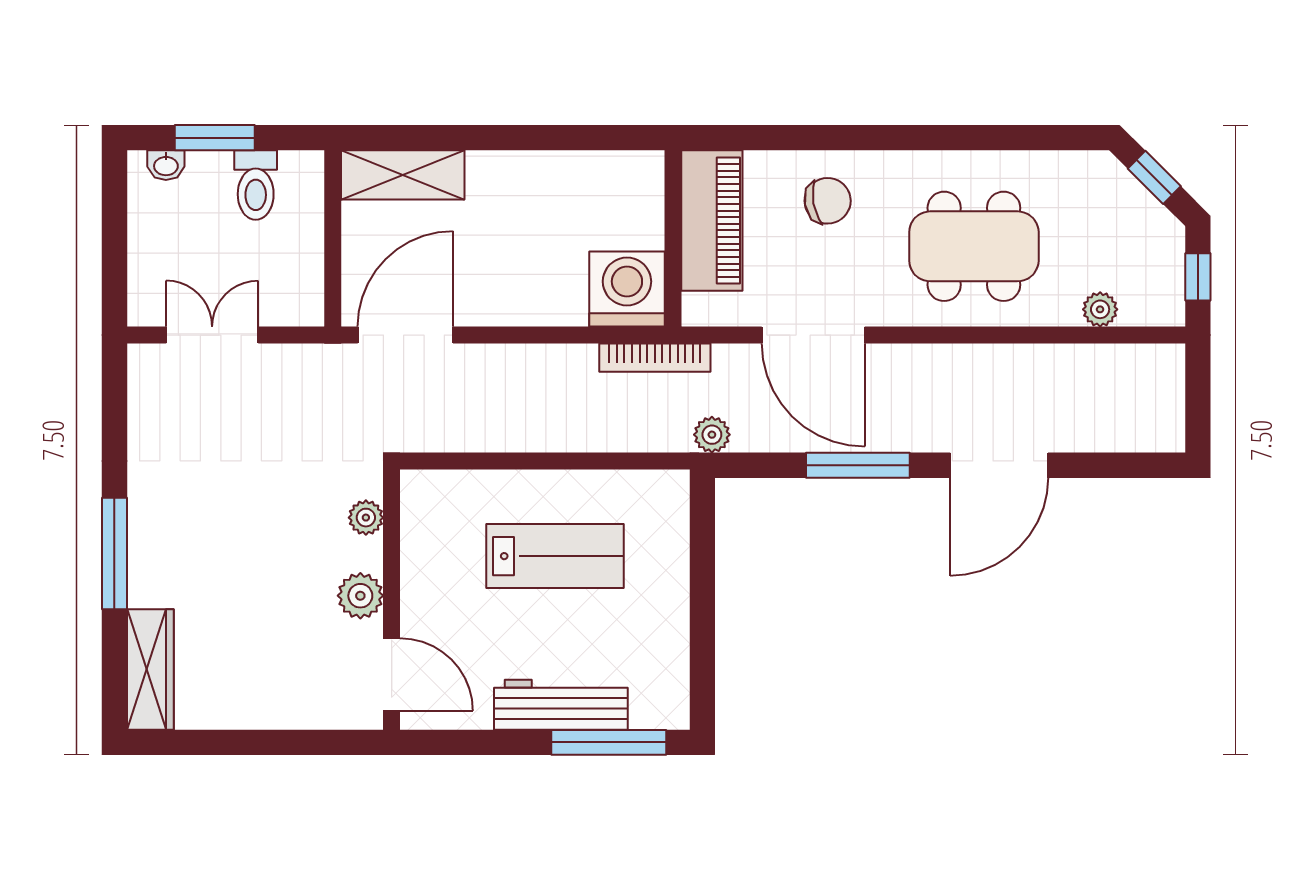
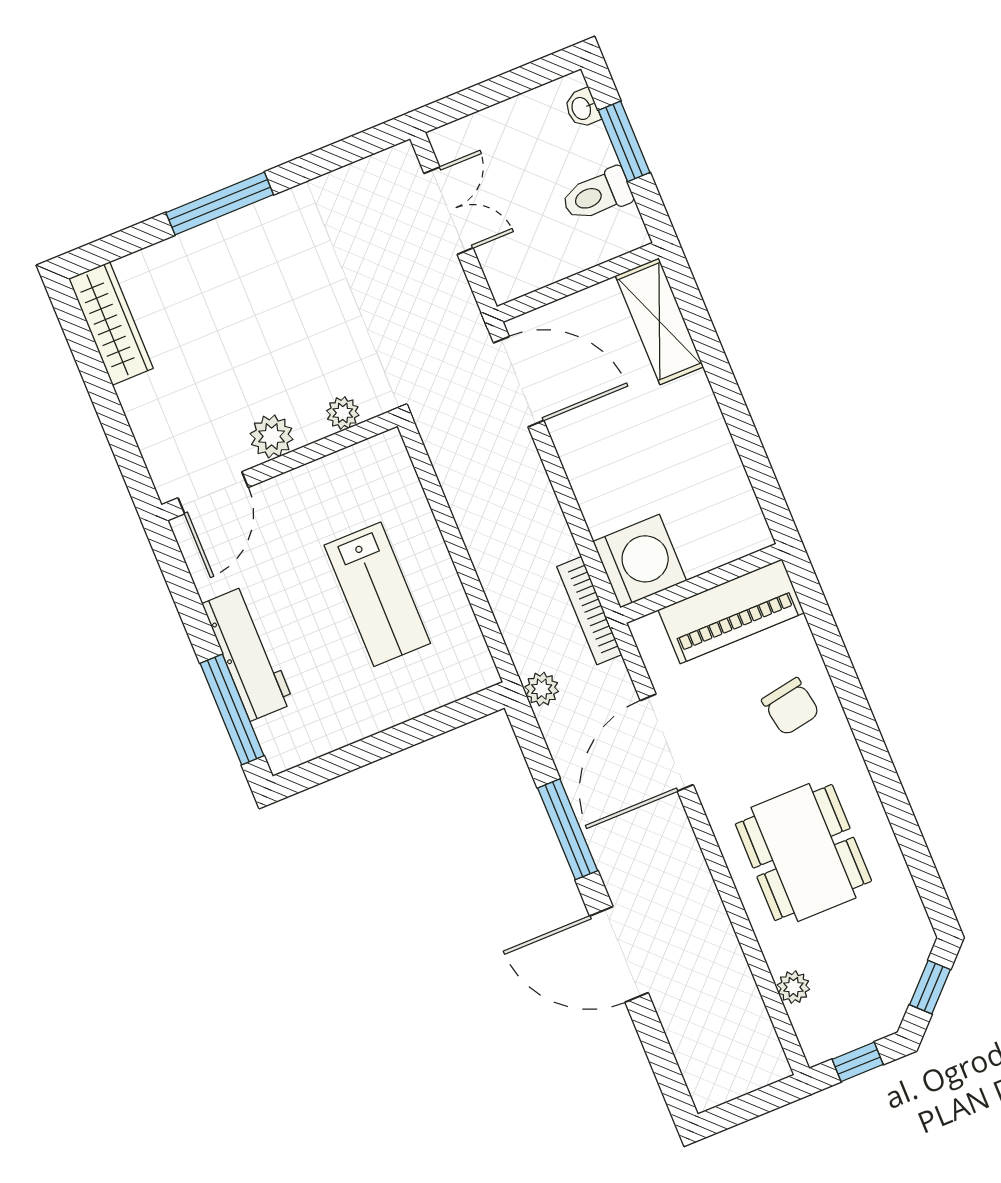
wardrobe: (150, 669) -> (111, 324), moved, turned -90

